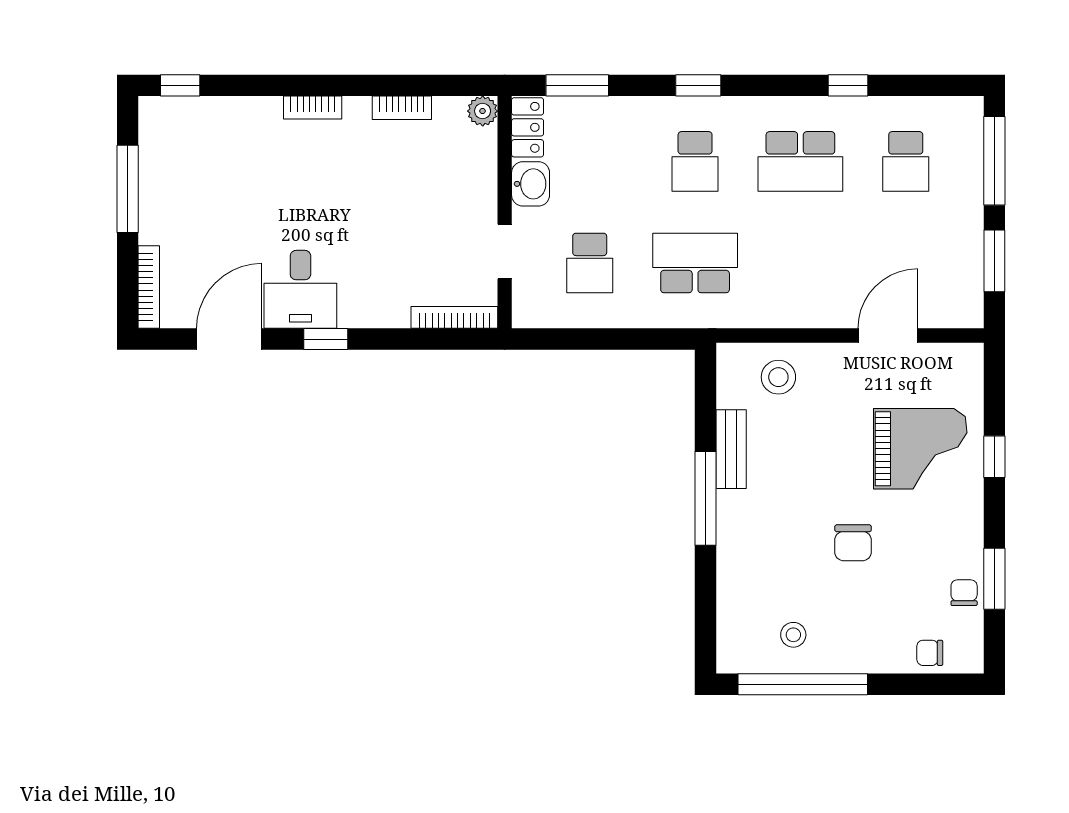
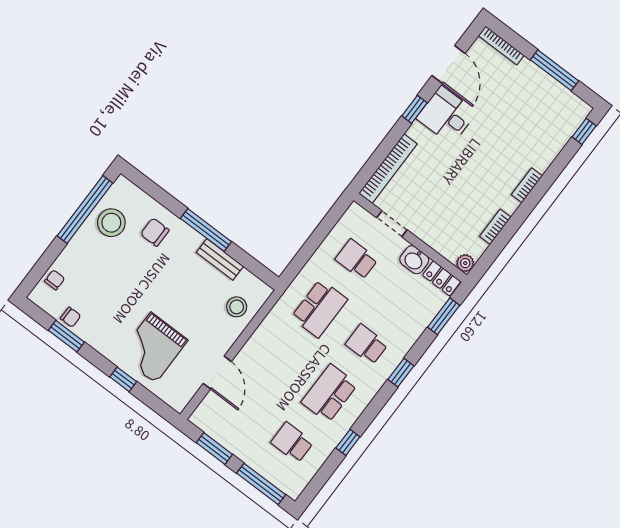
bookcase: (454, 317) -> (388, 169), width x1.48, depth x1.31
chair: (853, 543) -> (155, 232), moved
stool: (793, 635) -> (111, 223), width x1.89, depth x1.89

